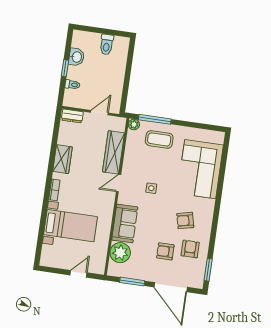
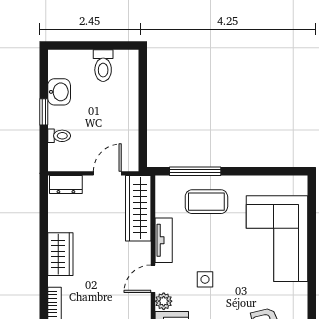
plant: (134, 124) -> (164, 301), moved
wardrobe: (114, 152) -> (138, 208), moved
tv unit: (129, 160) -> (164, 240), added

